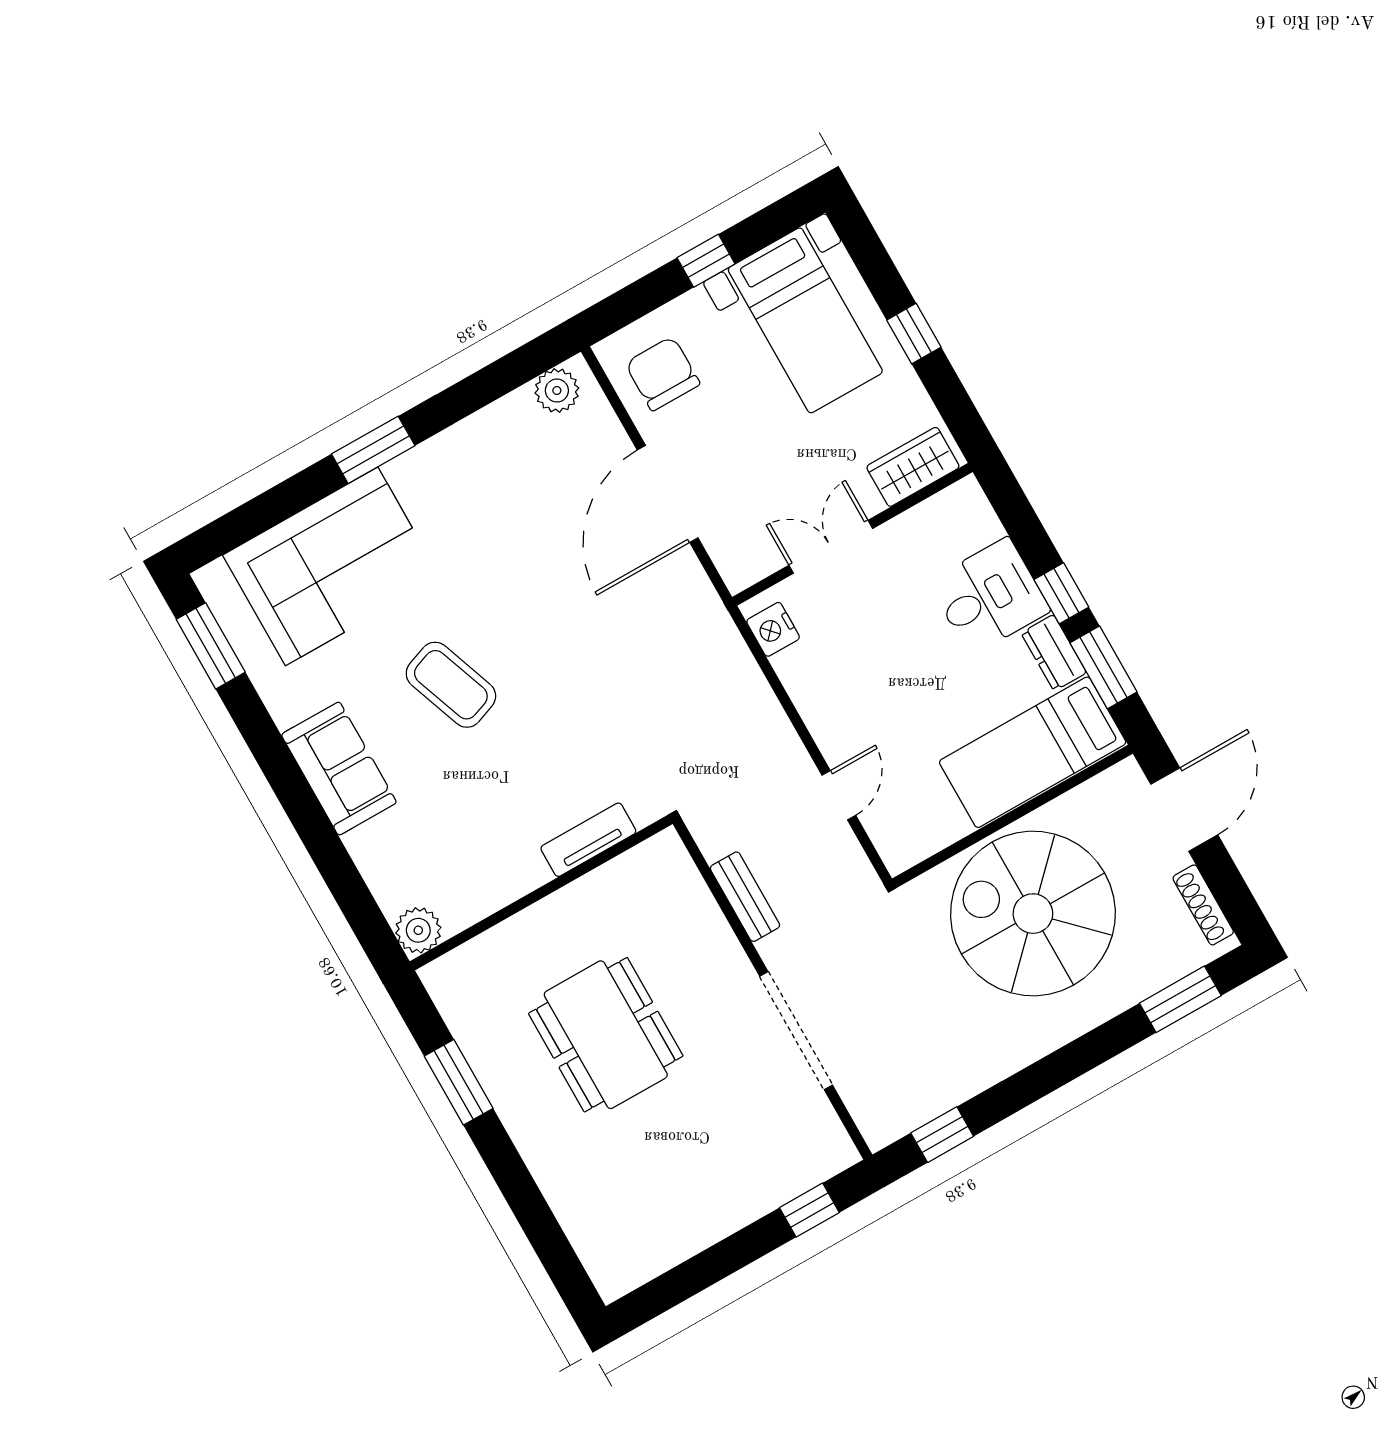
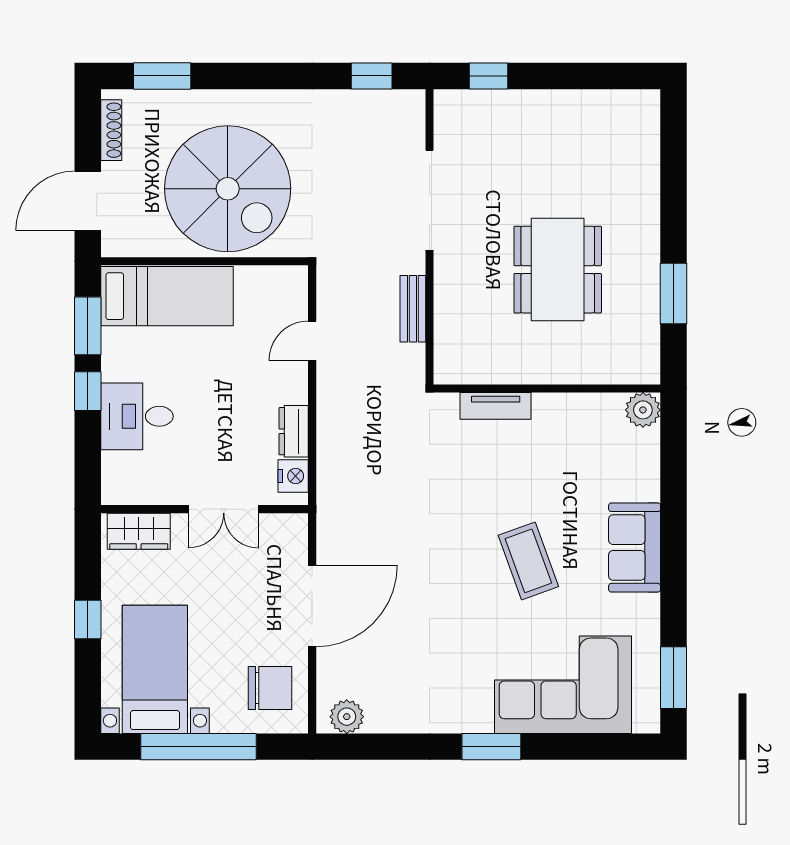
window: (706, 261) -> (198, 747), width x3.17
chair: (662, 374) -> (270, 688), turned -90
dresser: (1054, 653) -> (294, 431), moved, turned 180

